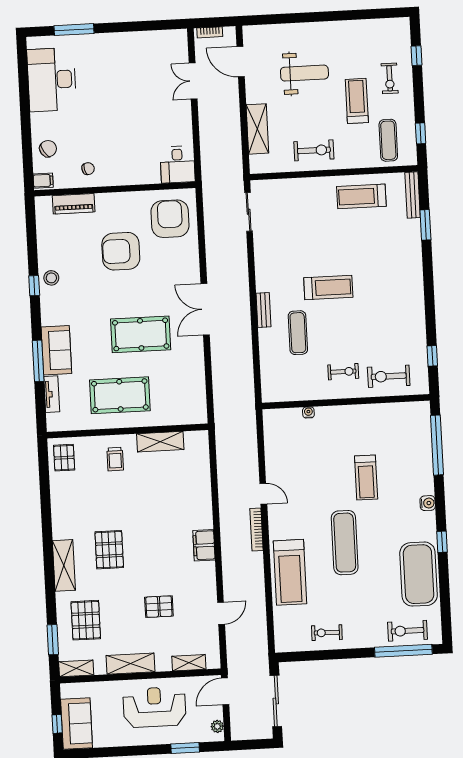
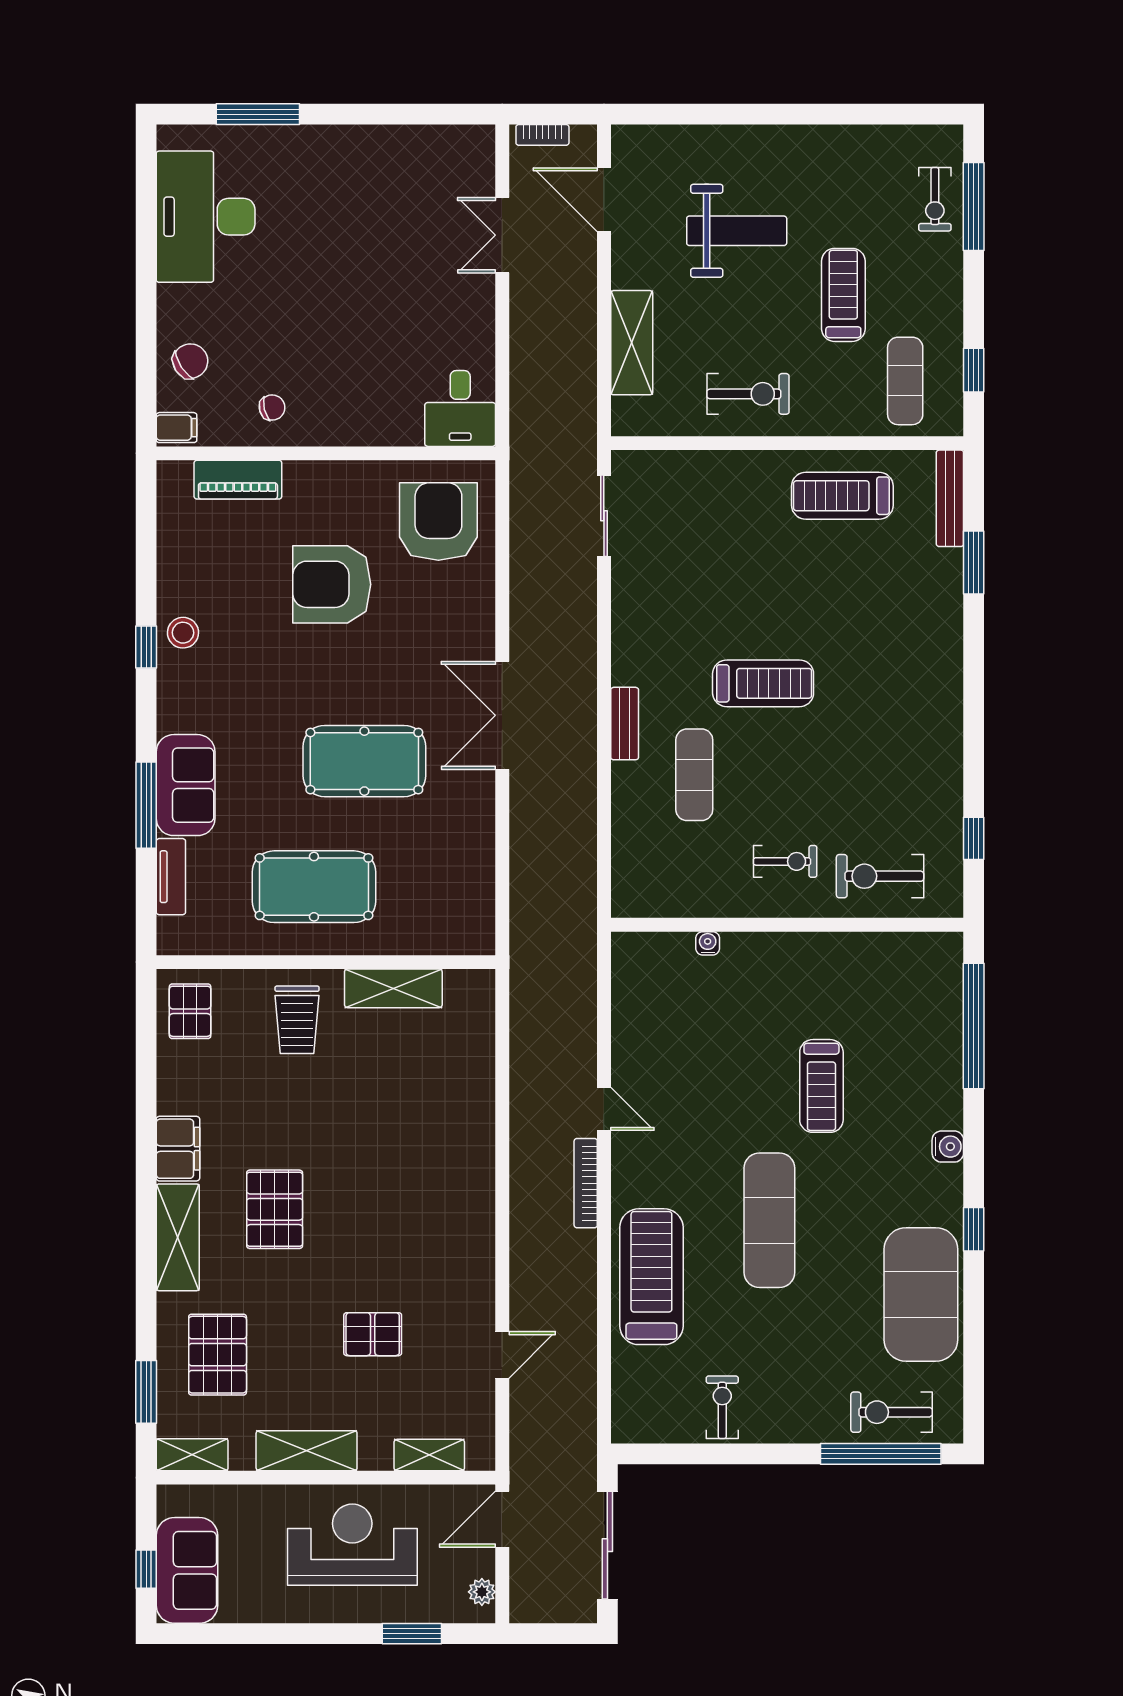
window: (417, 56) -> (974, 207), width x2.17
exercise bike: (390, 78) -> (935, 199), moved
trolley: (115, 459) -> (297, 1020), width x1.36, depth x1.39
filing cabinet: (204, 545) -> (178, 1149), moved, turned 180
treadmill: (290, 572) -> (651, 1277), turned 180
exercise bike: (327, 633) -> (722, 1407), turned 89

